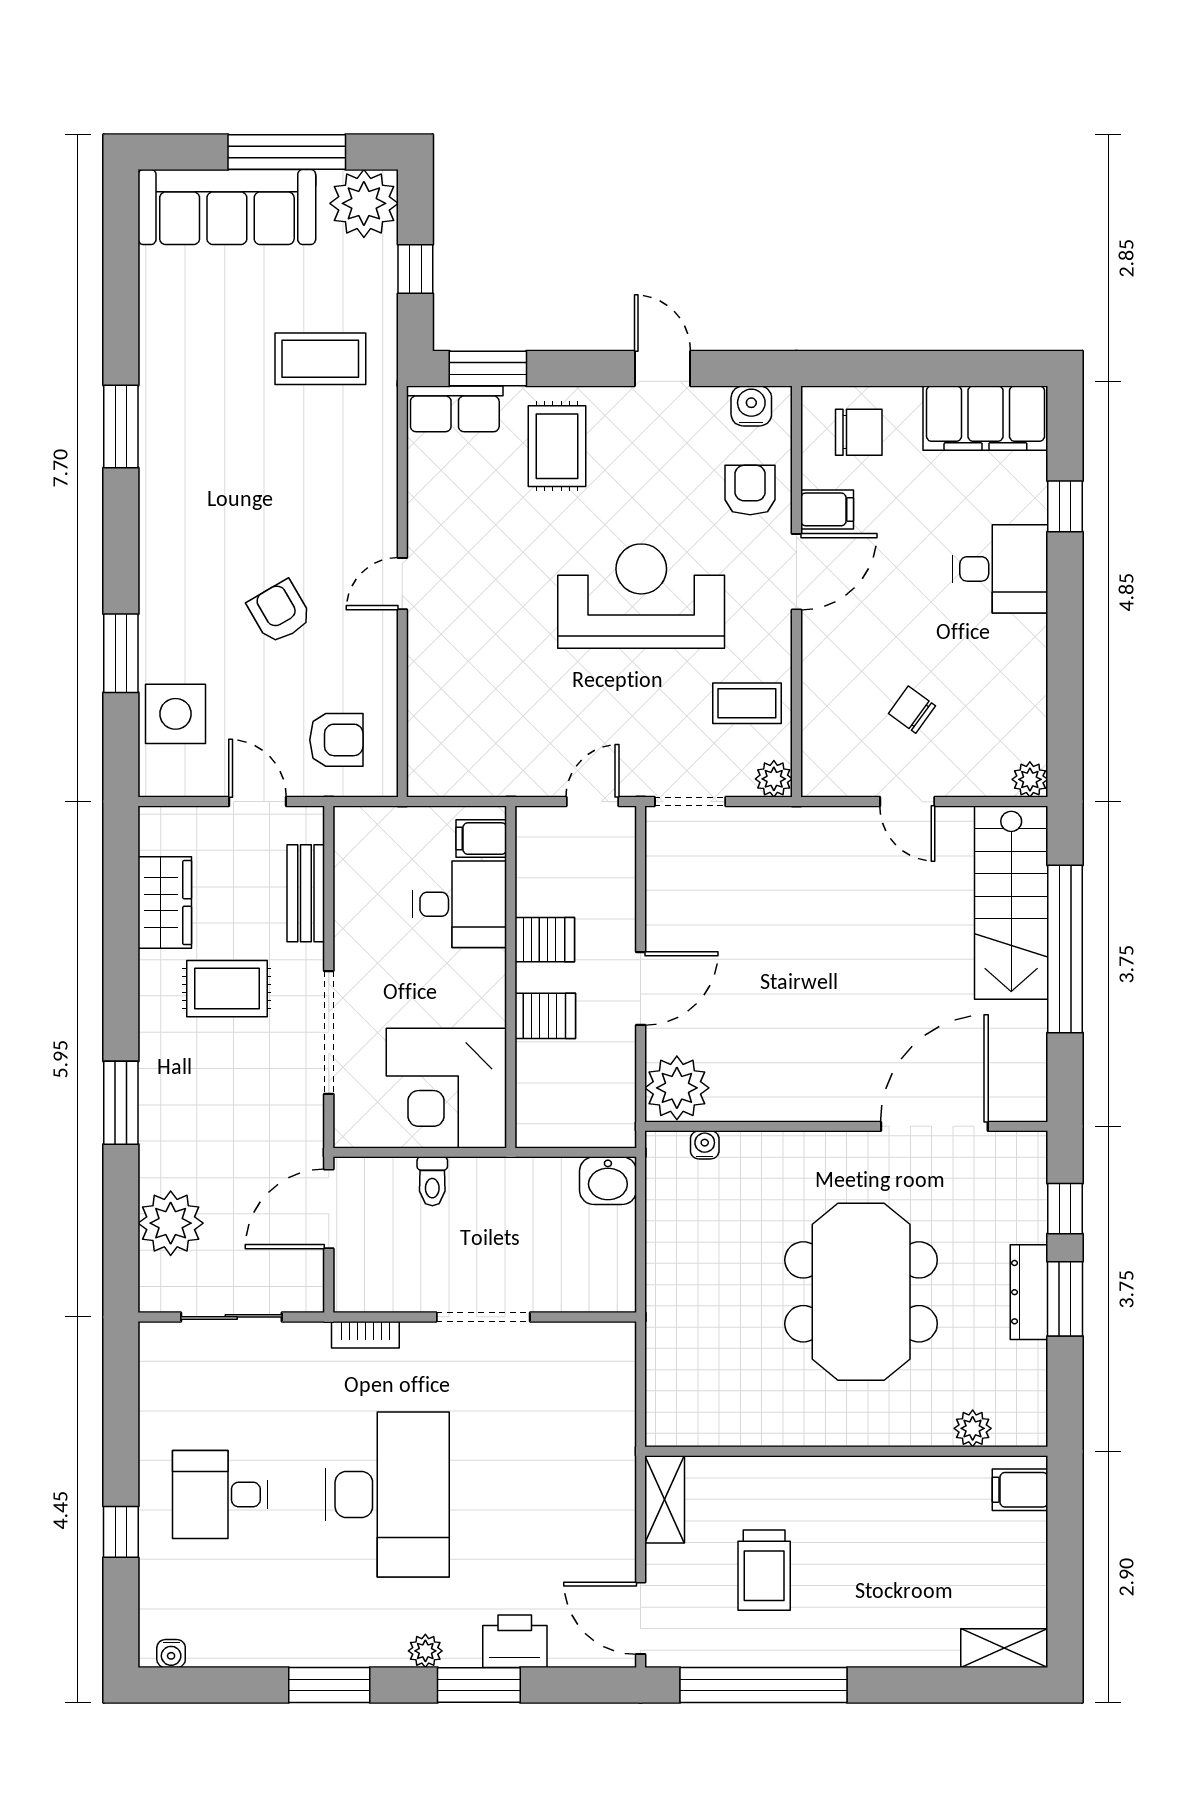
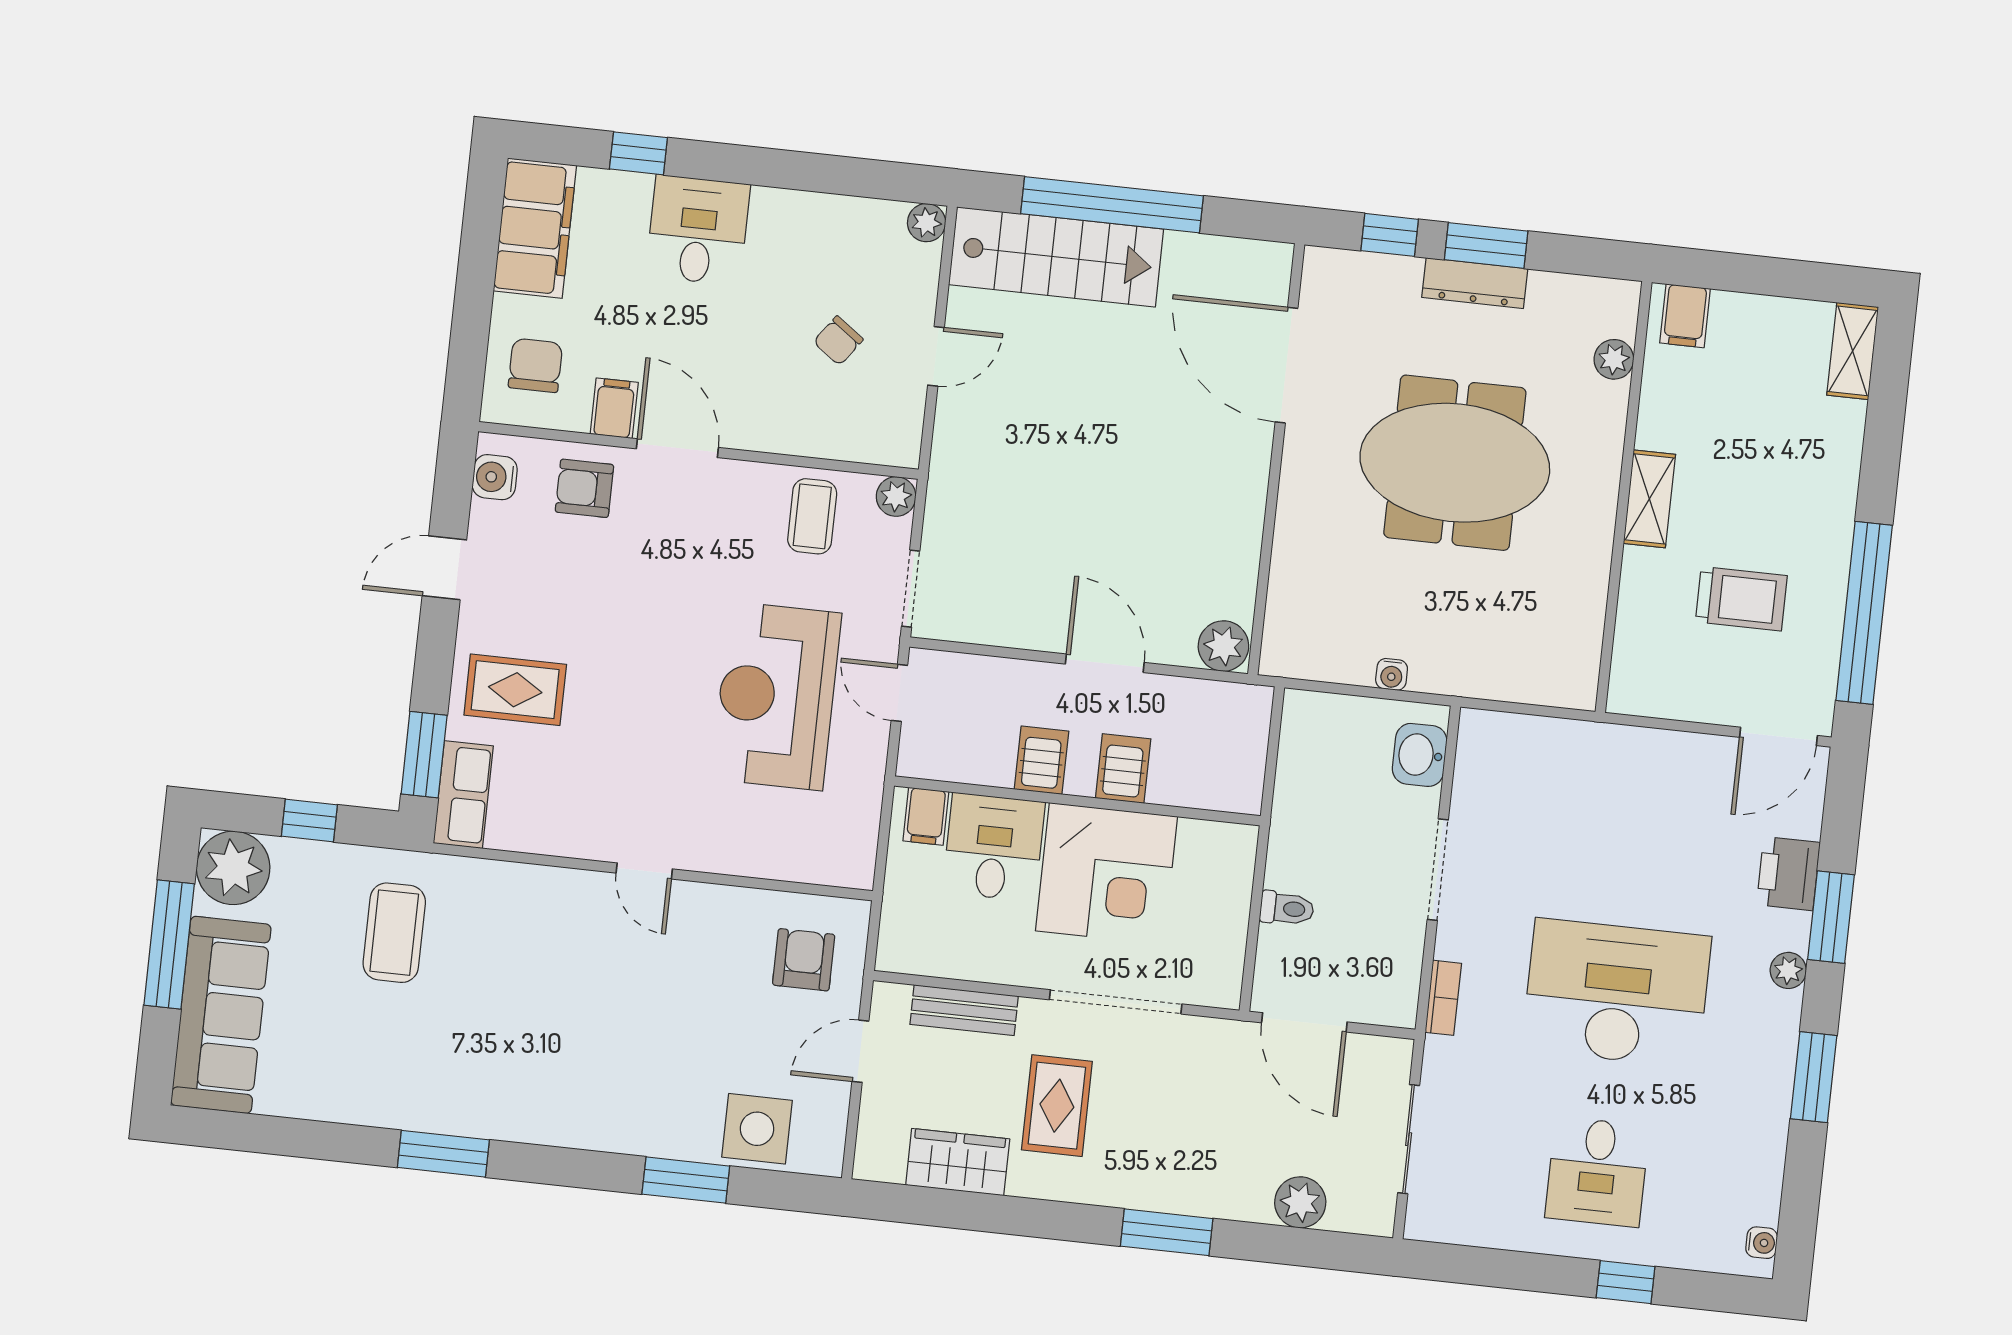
reception desk: (641, 596) -> (776, 696), moved
armchair: (280, 612) -> (660, 1006), removed
corner desk: (446, 1088) -> (1106, 874), moved
plant: (677, 1088) -> (1223, 646), width x0.73, depth x0.73
water cooler: (705, 1145) -> (1392, 674), moved, turned -90
washbasin: (608, 1181) -> (1420, 755), moved, turned 180
plant: (171, 1223) -> (1300, 1202), width x0.73, depth x0.73
shelving: (665, 1499) -> (1649, 499), moved, turned 90

